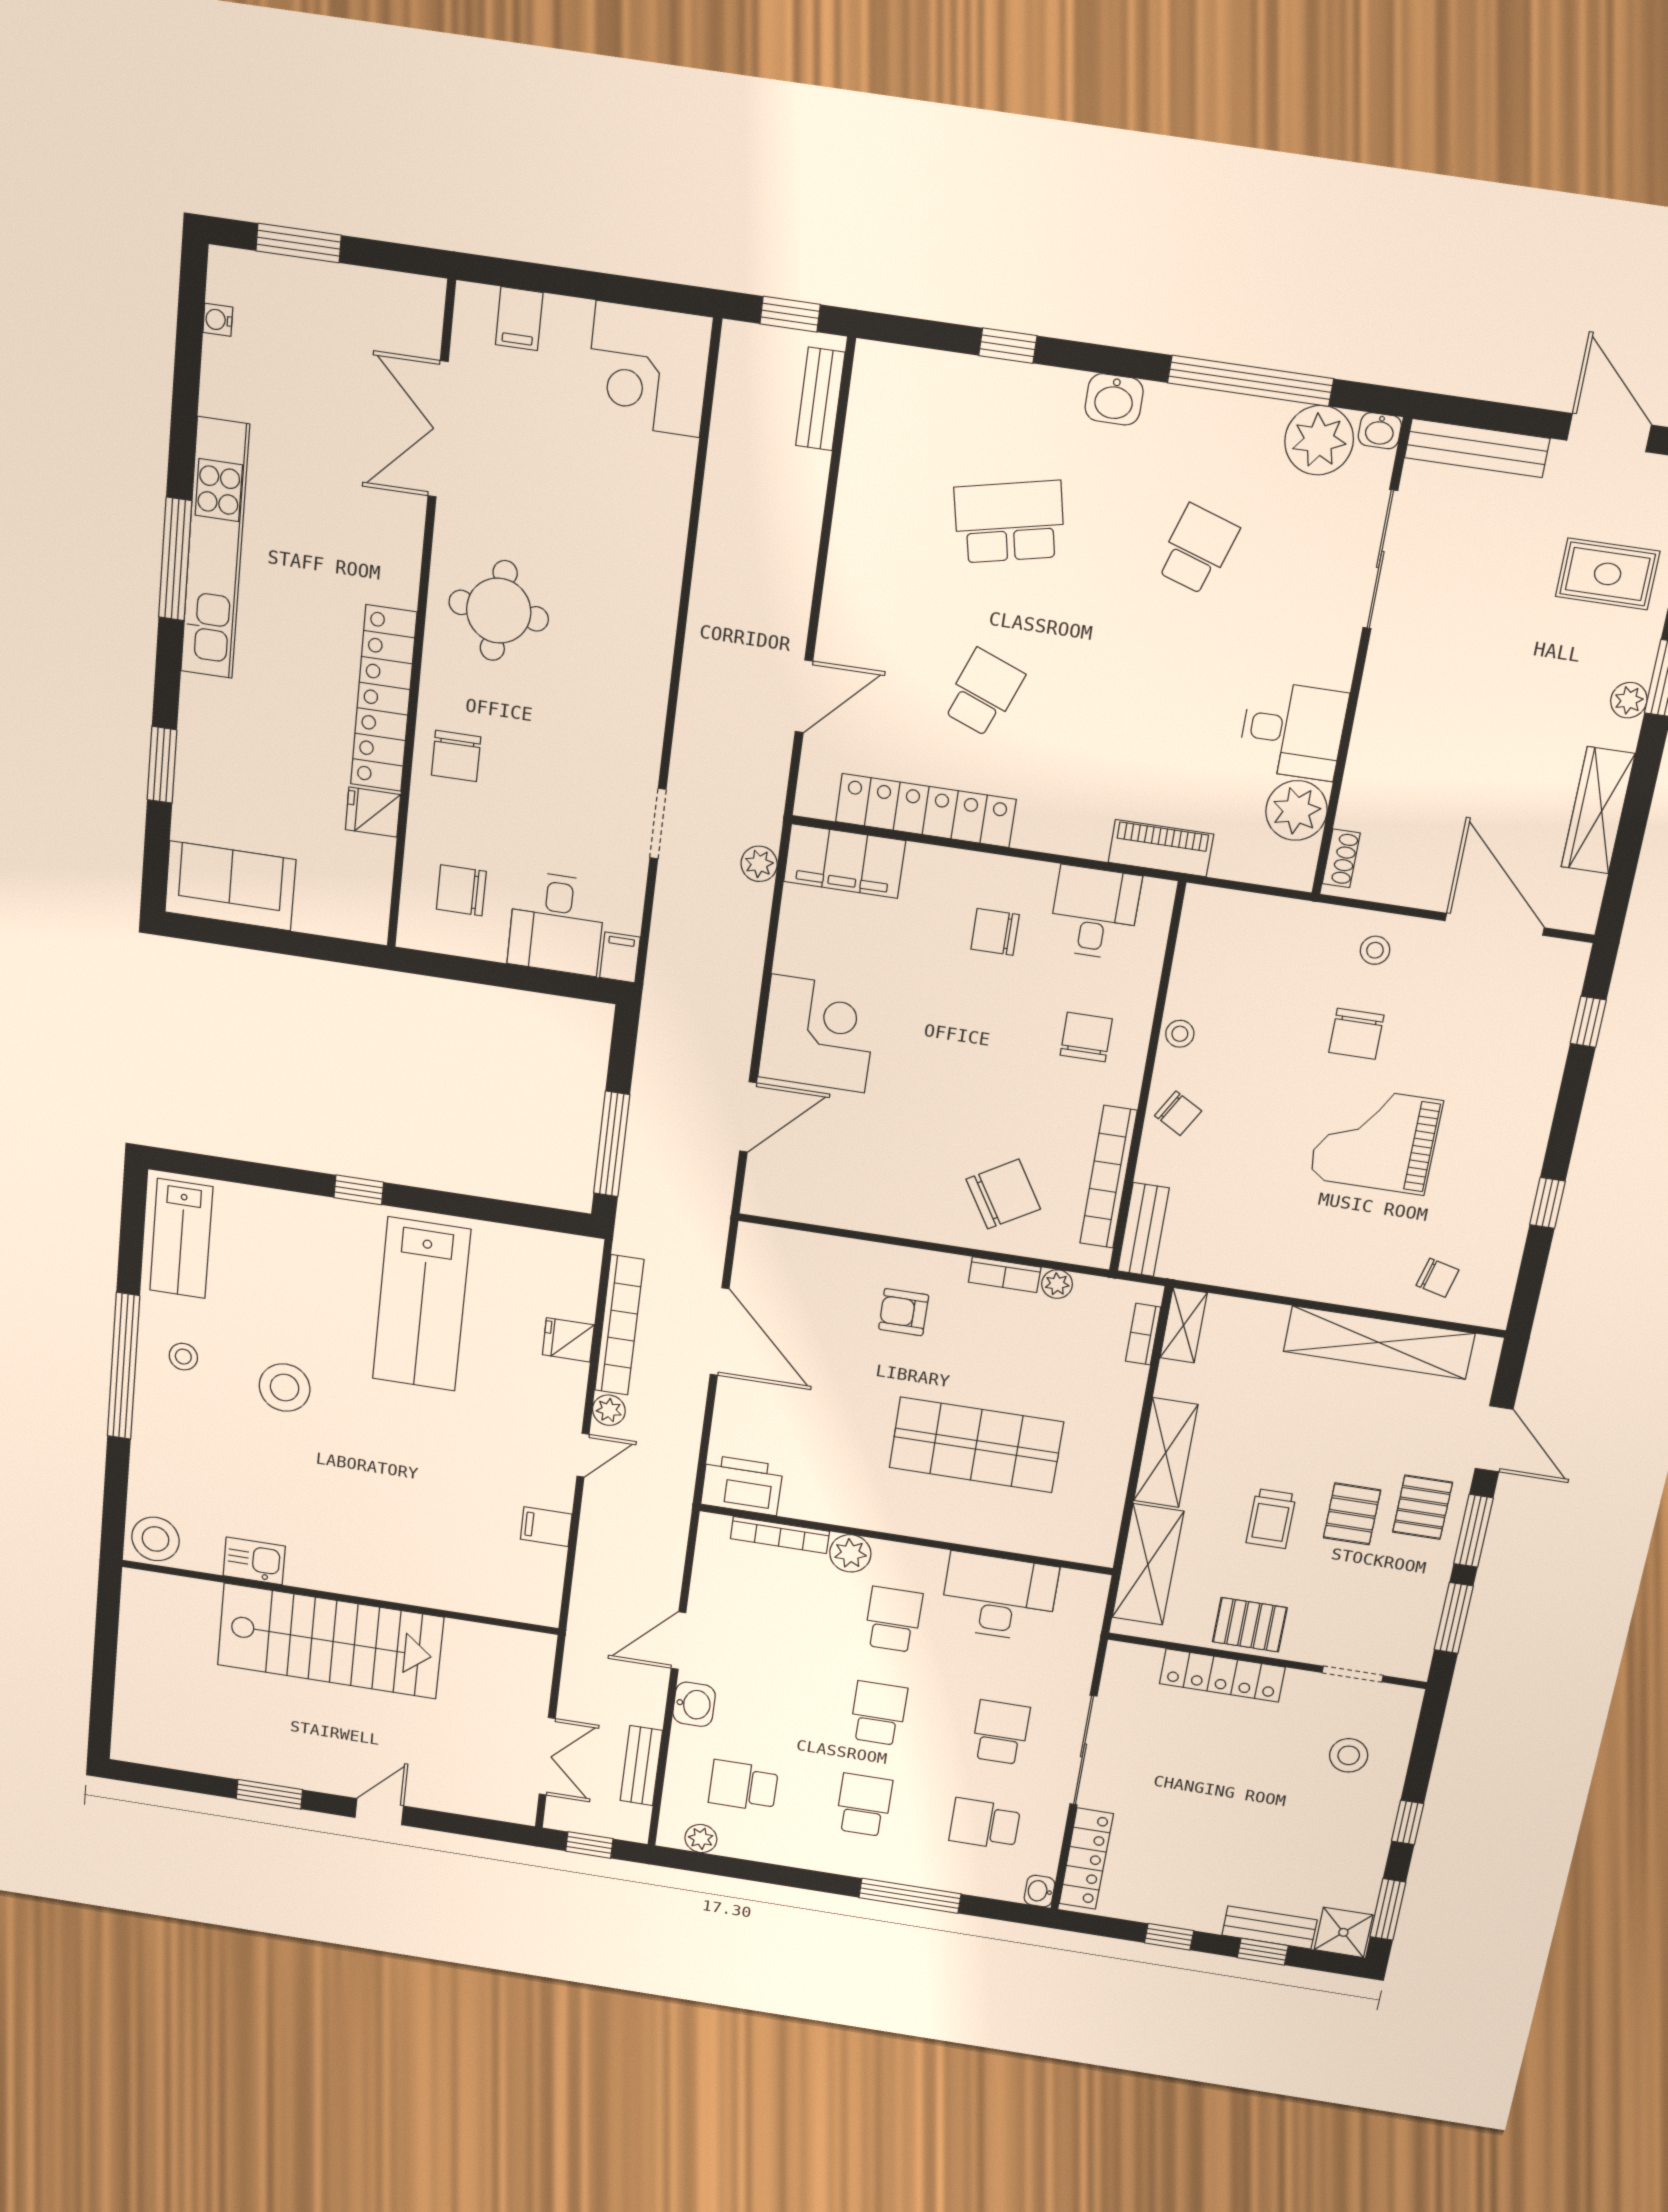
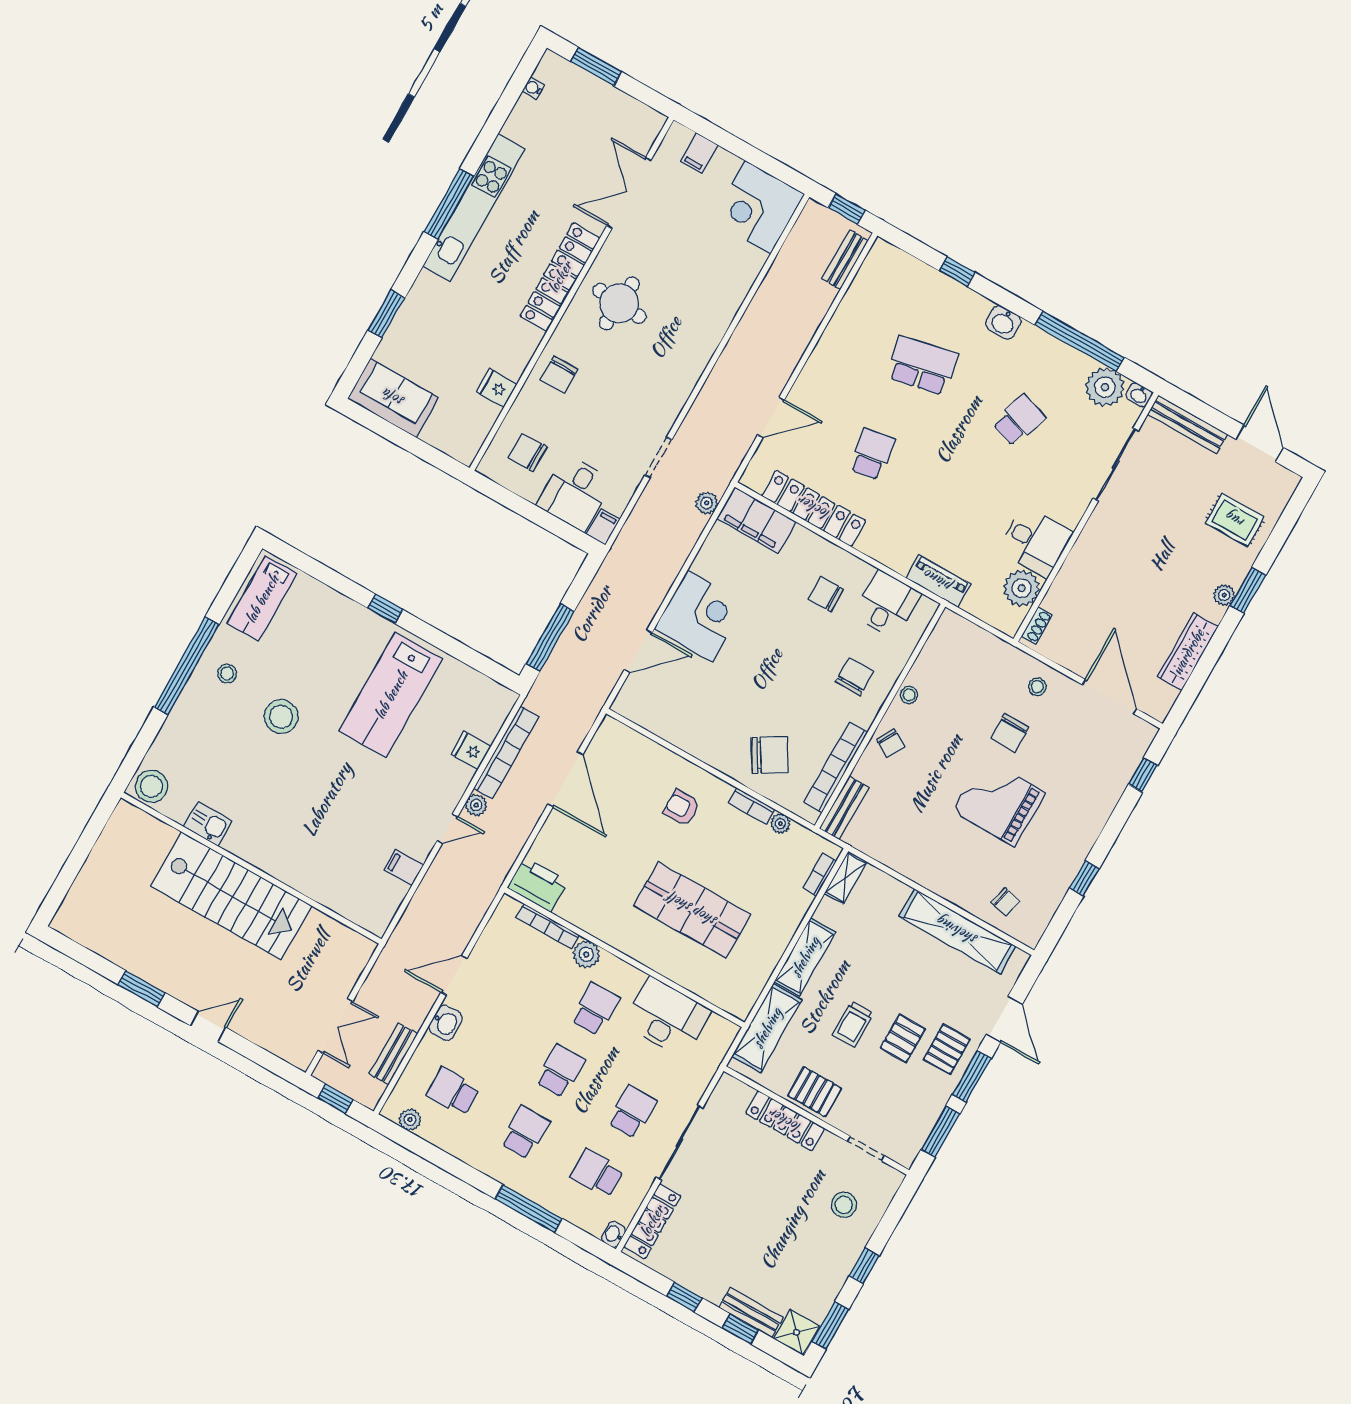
school desk: (983, 693) -> (872, 454), turned -30
locker: (384, 699) -> (560, 277), moved

